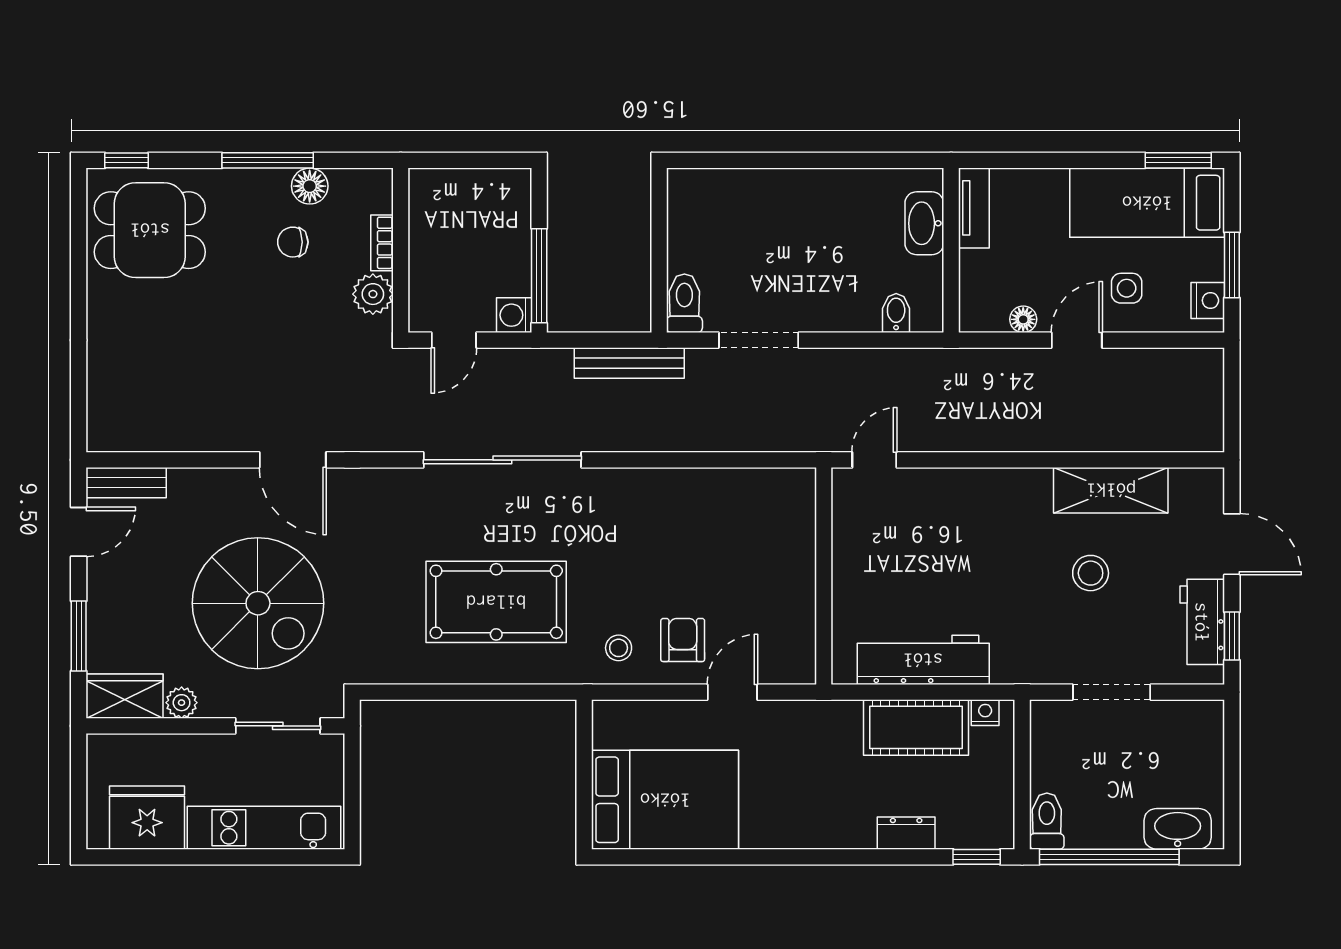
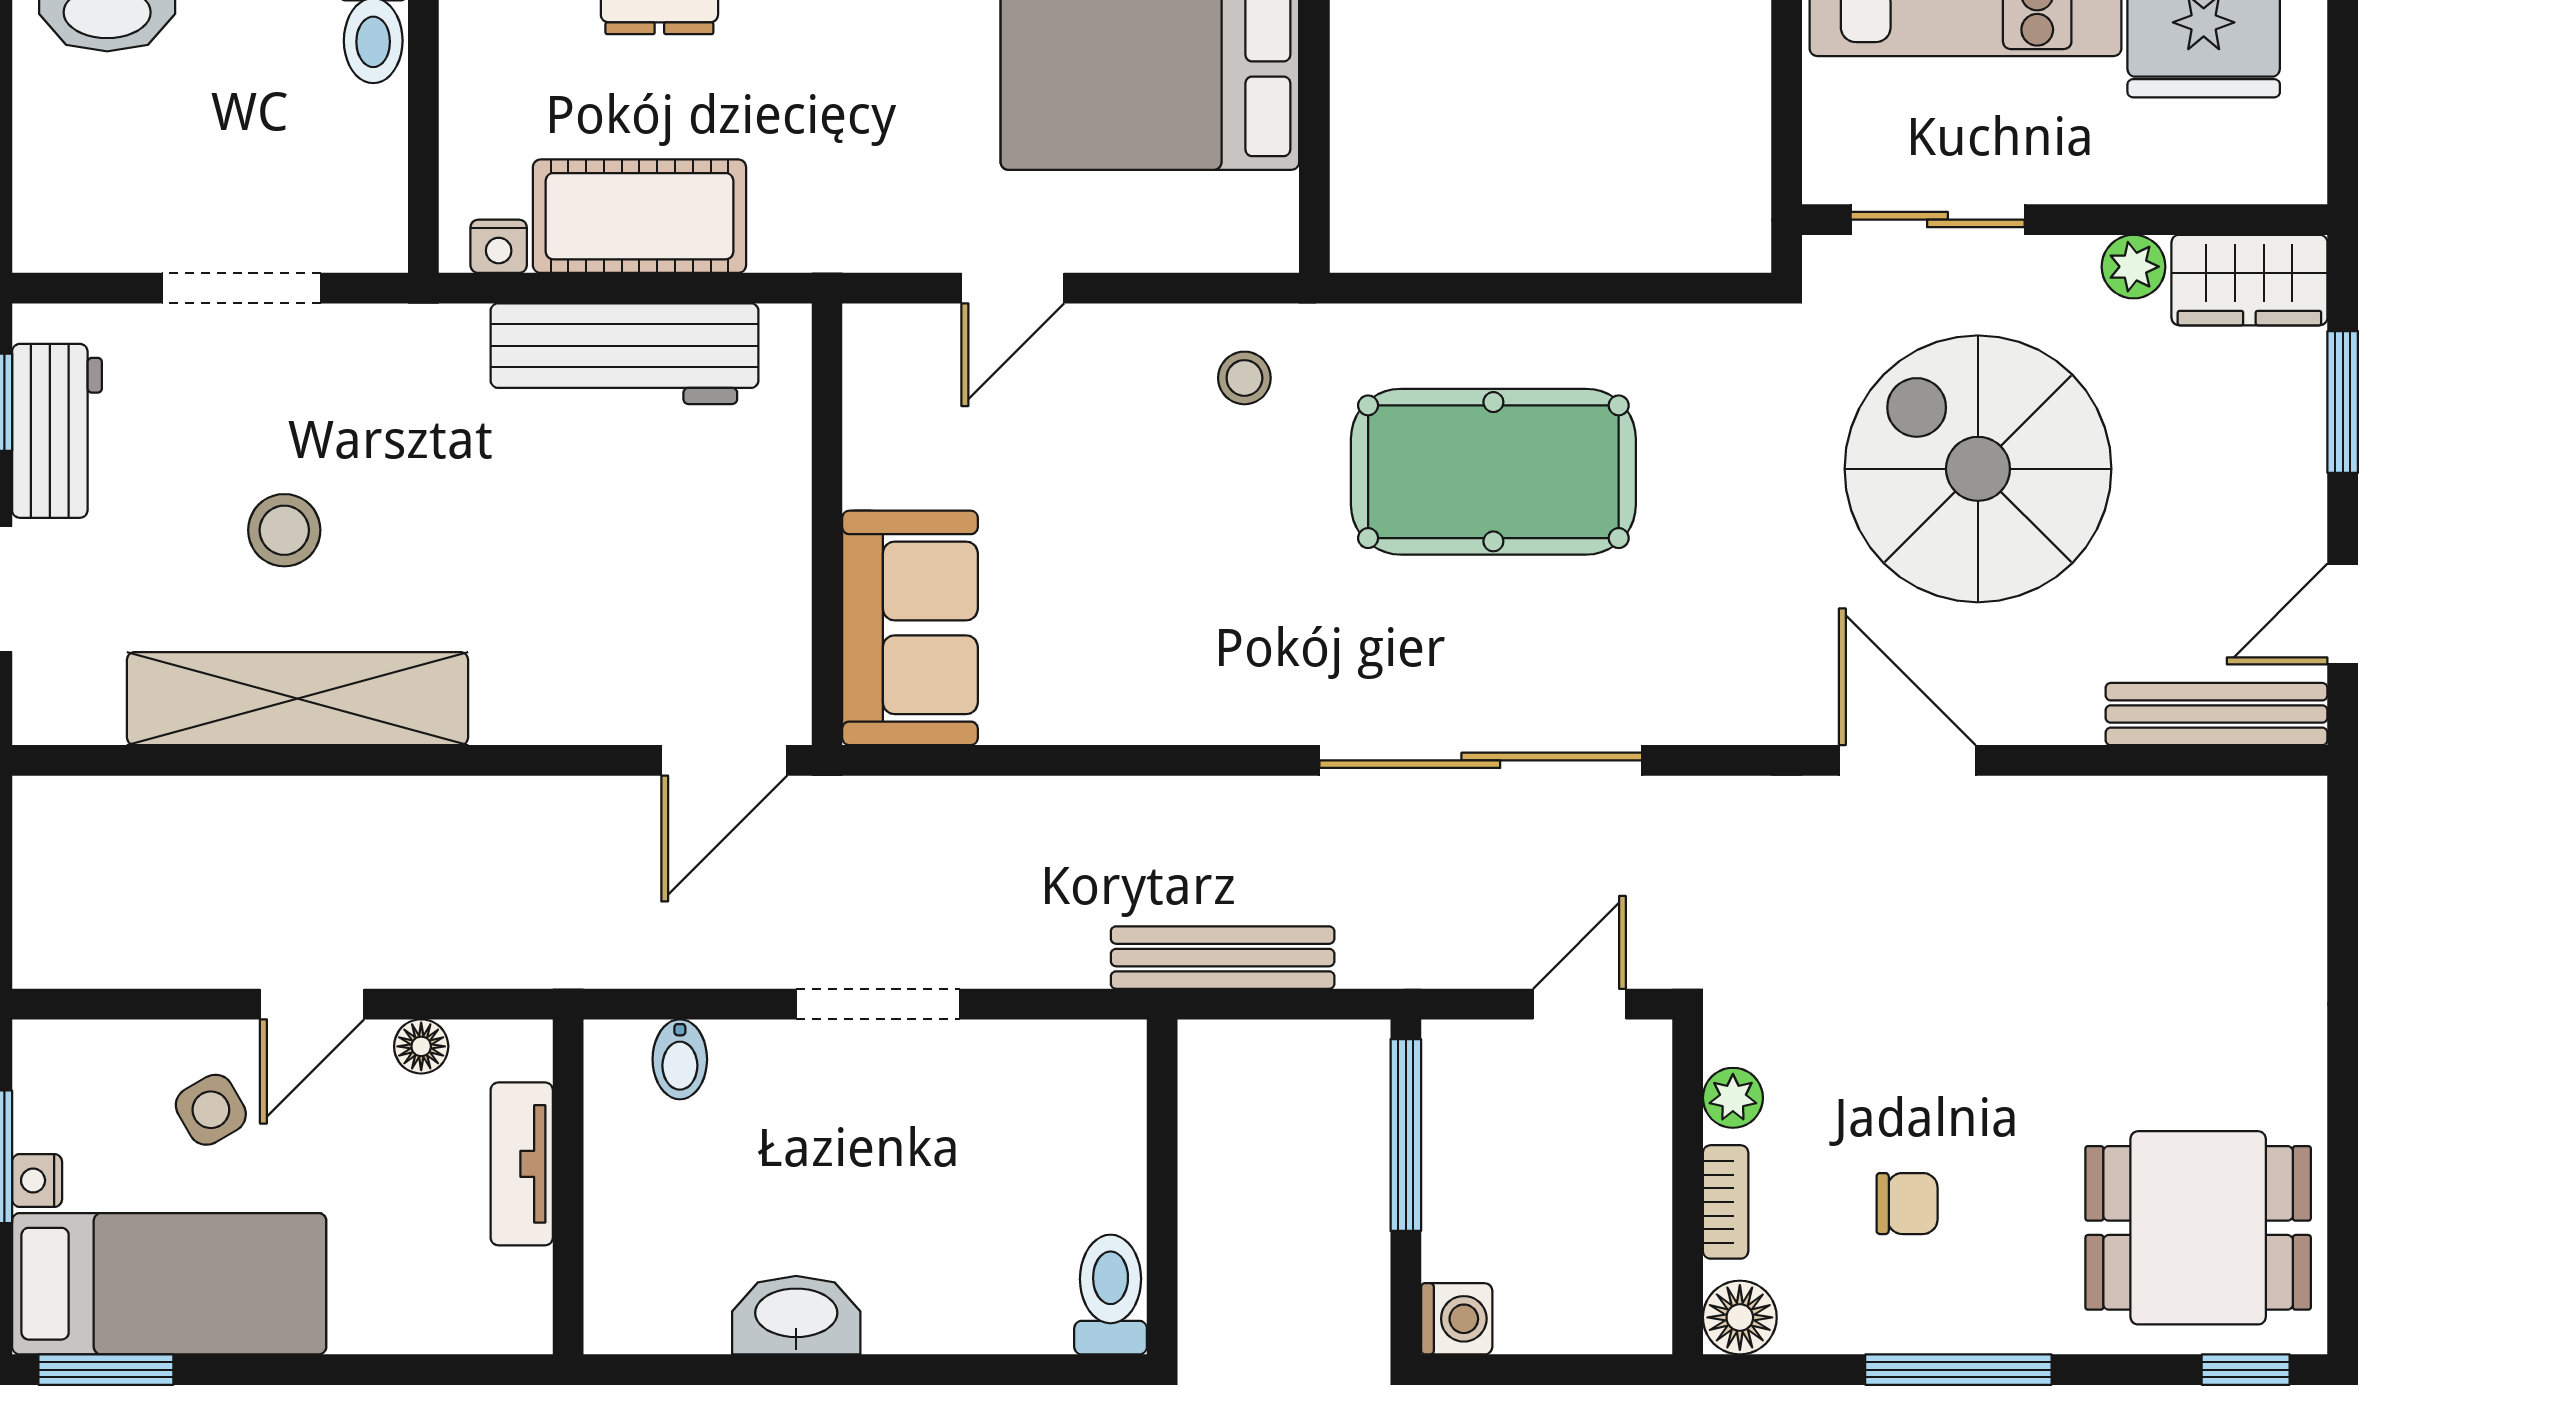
floor lamp: (310, 186) -> (1740, 1317), moved
tv unit: (974, 208) -> (522, 1164), moved
washbasin: (924, 223) -> (796, 1315), moved, turned -90
side table: (1127, 288) -> (211, 1110), turned -30
plant: (373, 294) -> (1733, 1098), width x0.73, depth x0.73
nightstand: (1208, 300) -> (37, 1180), moved, width x0.72, depth x0.74
toilet: (684, 303) -> (1111, 1295), moved, turned 180
washing machine: (514, 315) -> (1457, 1319), moved
doorway: (759, 340) -> (878, 1004), moved
door: (874, 460) -> (724, 760), width x1.38
bench: (126, 483) -> (2216, 714), width x1.36
shelving: (1111, 490) -> (298, 699), width x1.47
sofa: (783, 525) -> (910, 628), added
armchair: (683, 640) -> (1114, 394), removed

